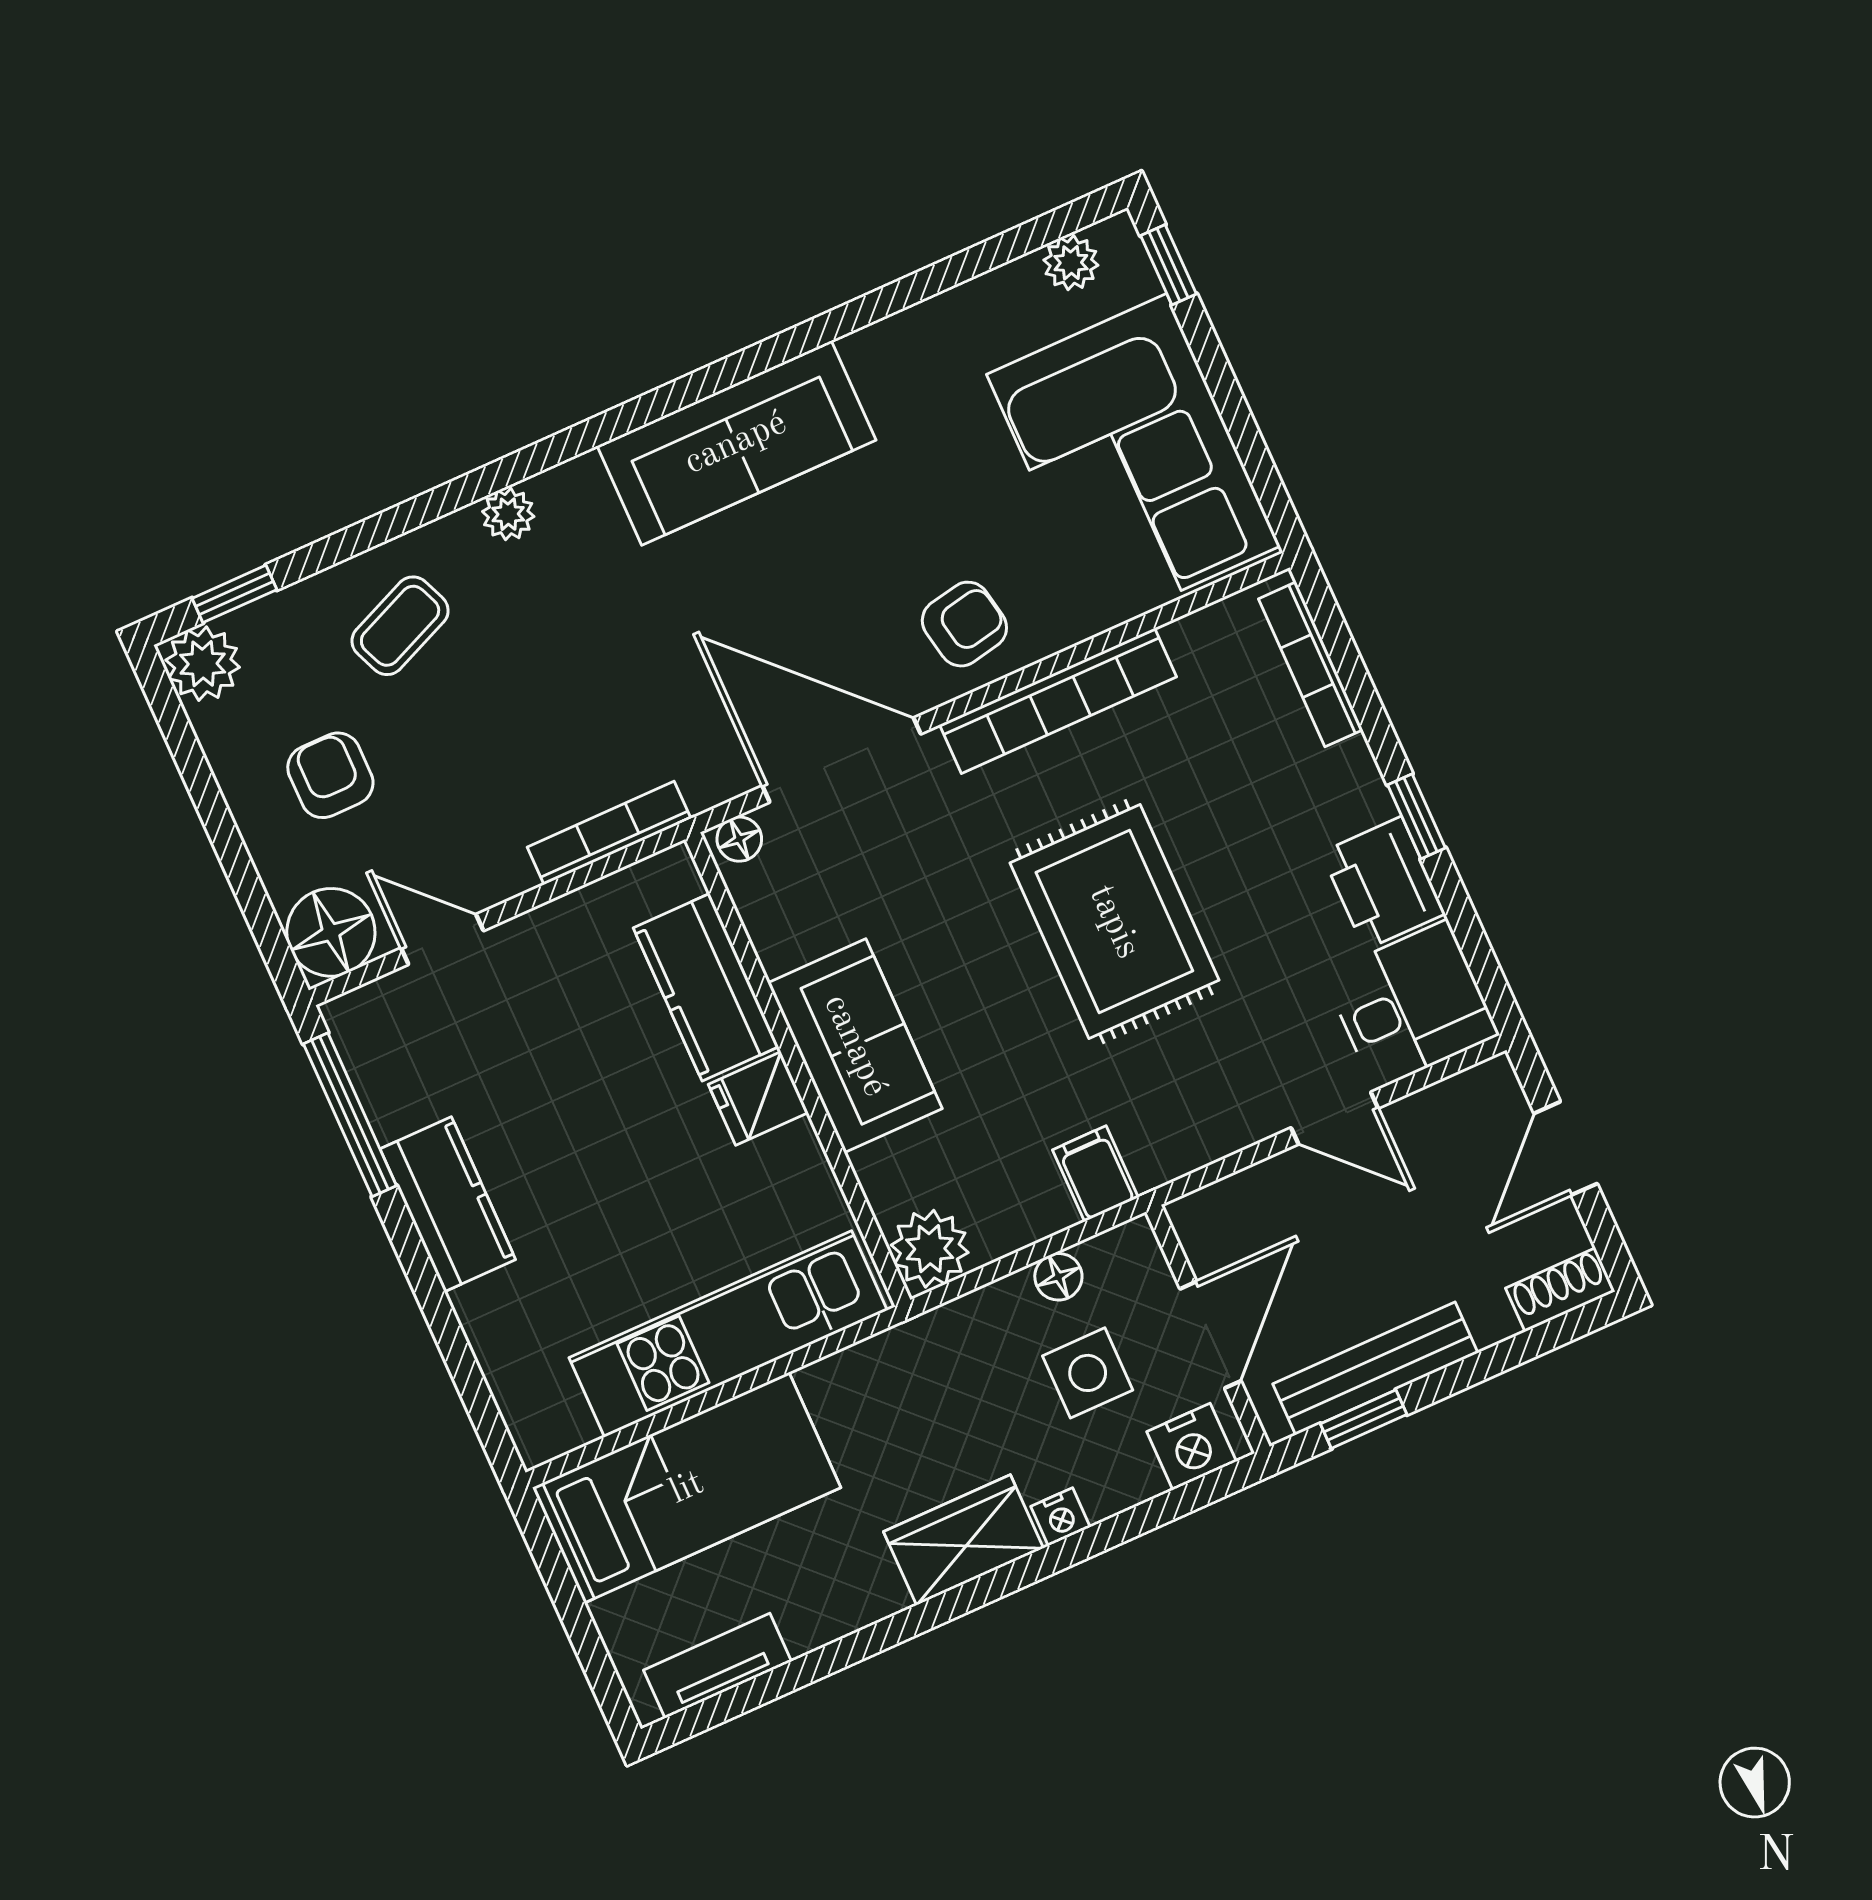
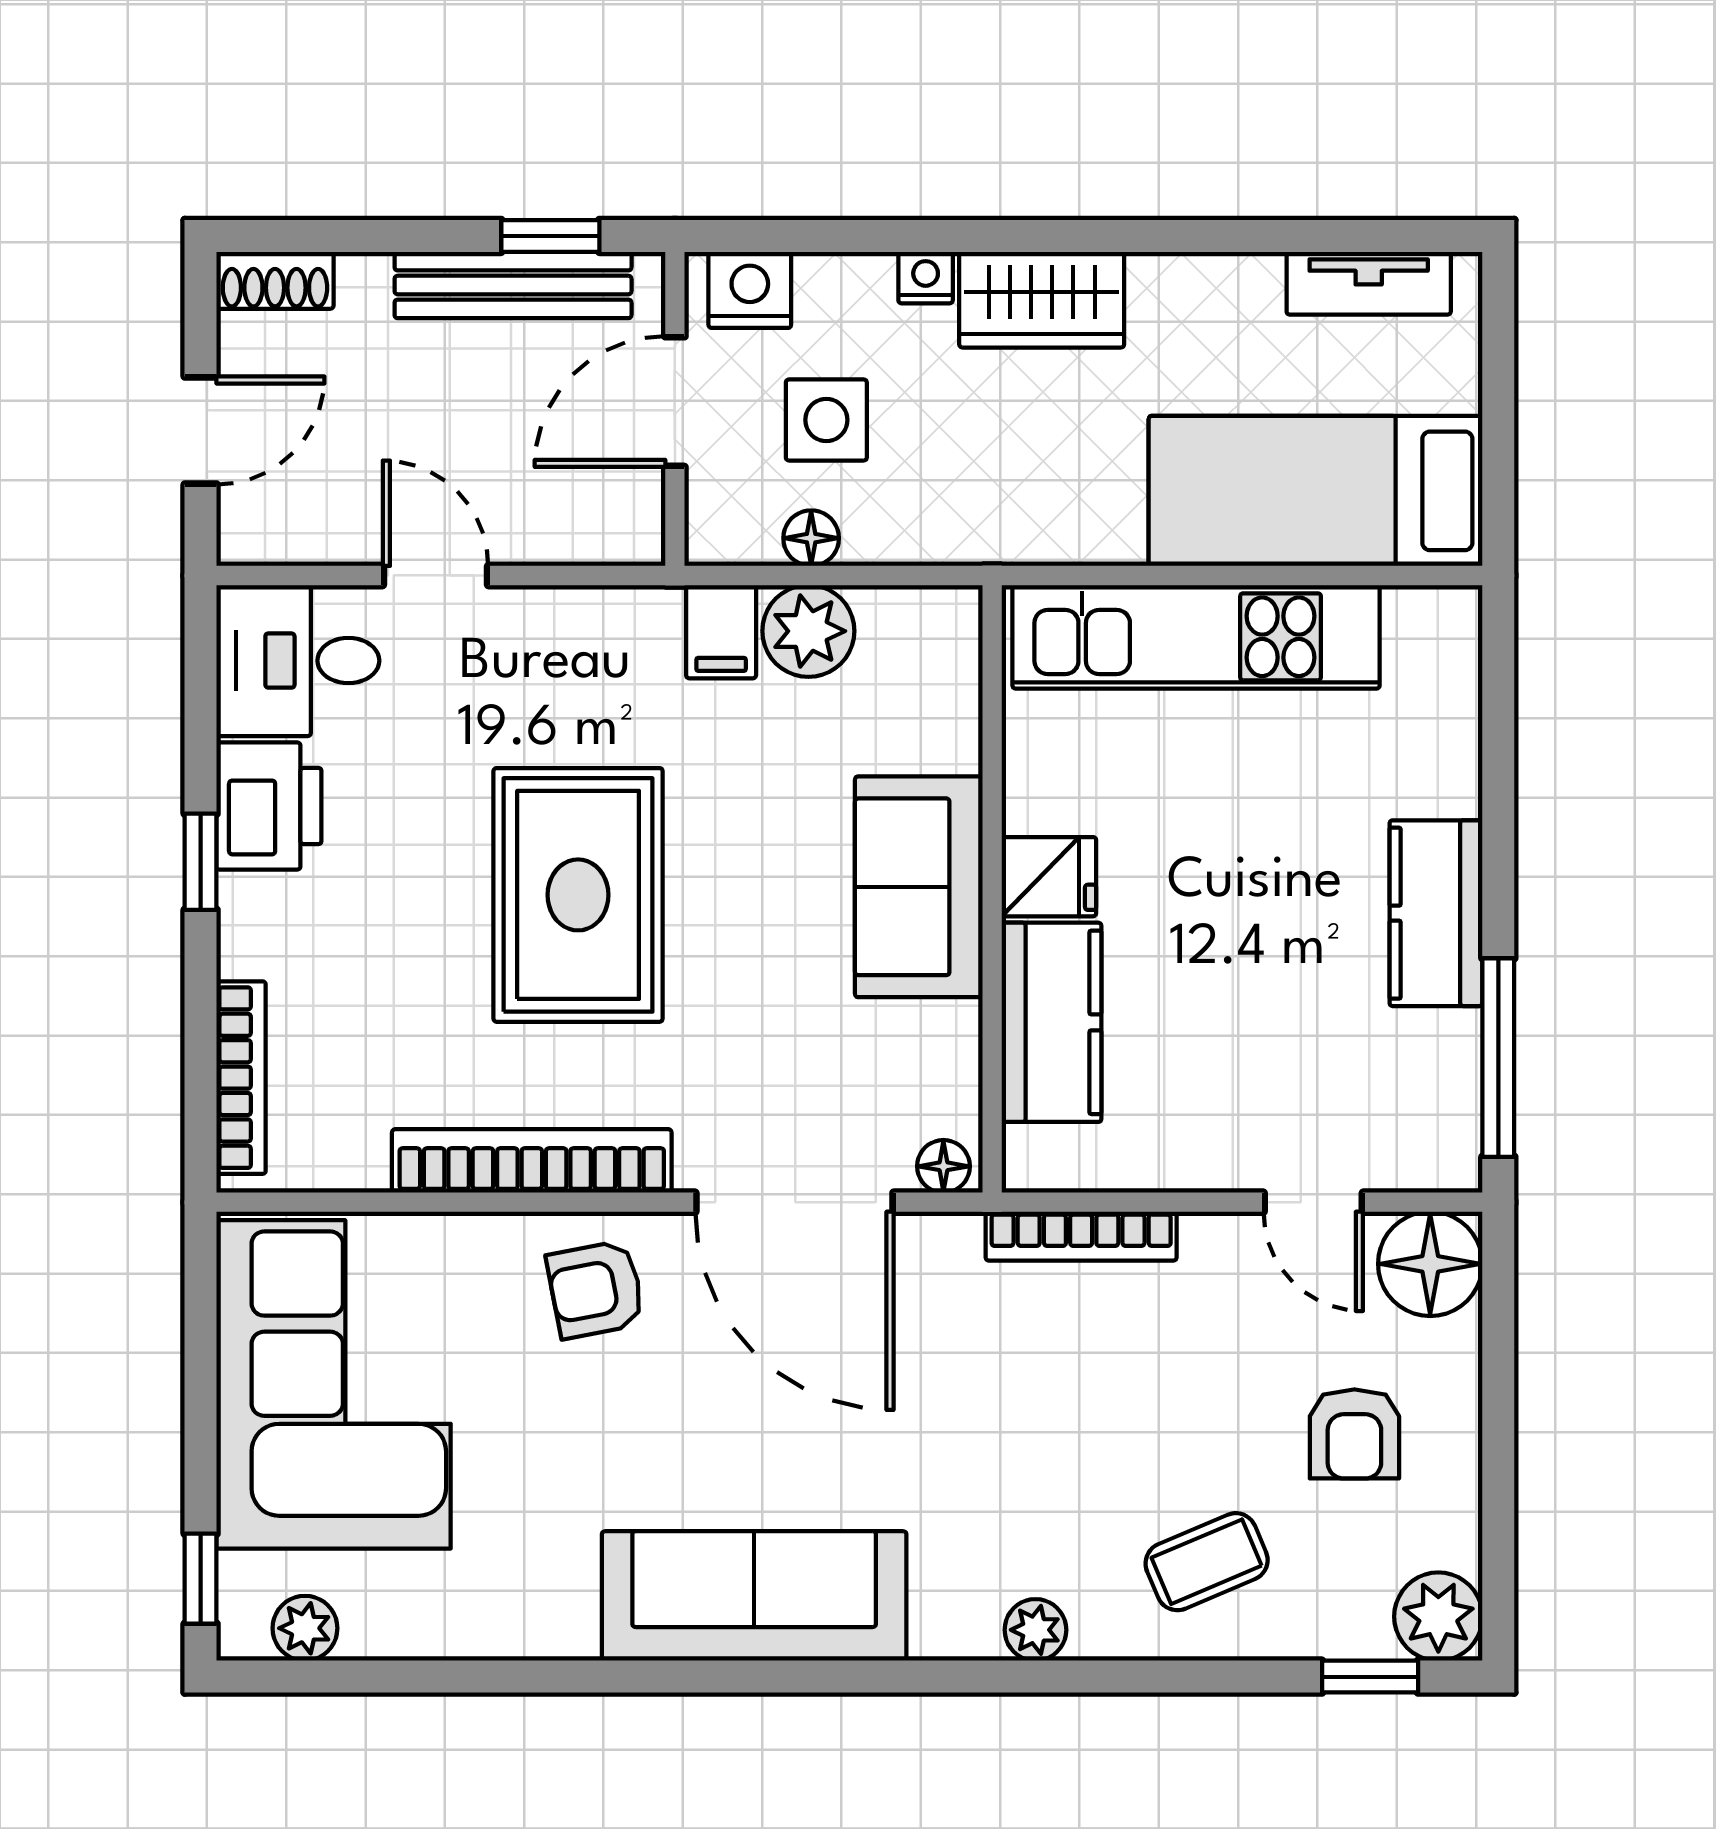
plant: (930, 1249) -> (808, 631), moved

